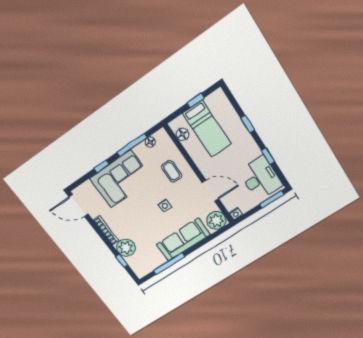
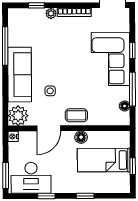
floor lamp: (182, 134) -> (81, 137), moved
coffee table: (172, 171) -> (76, 115), moved
side table: (165, 206) -> (50, 91), moved
plant: (126, 248) -> (51, 13), width x0.53, depth x0.53

